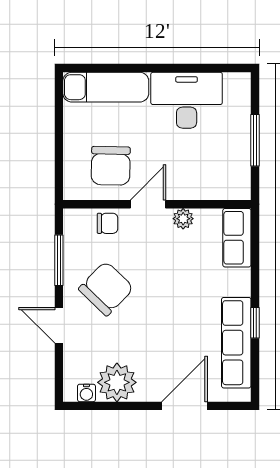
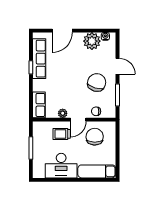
trolley: (186, 172) -> (62, 134), added
chair: (106, 289) -> (97, 82), turned 153

